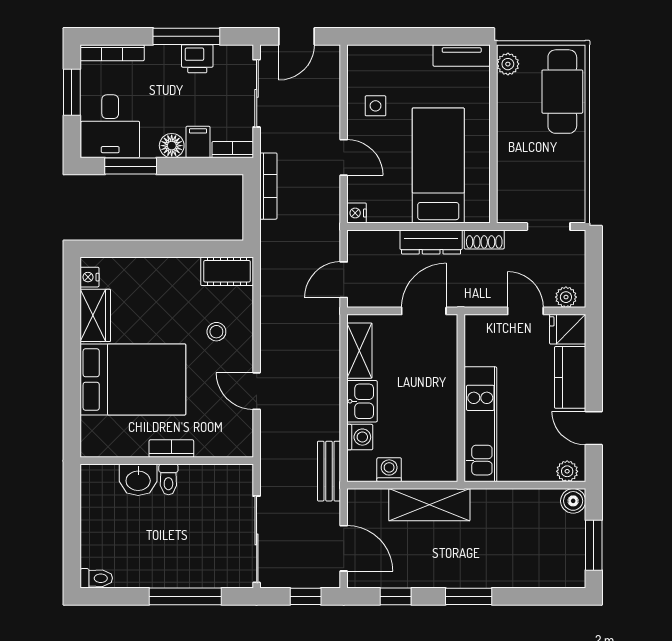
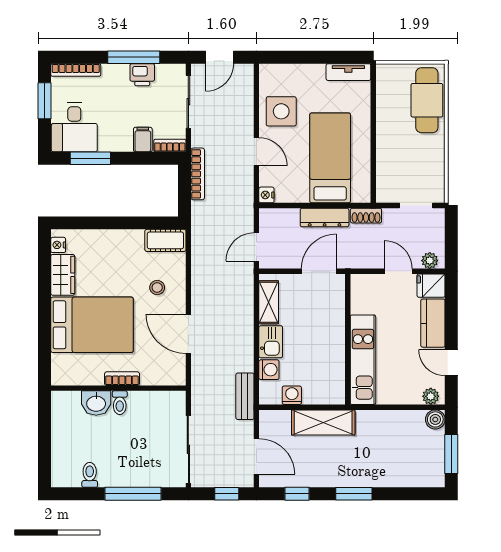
plant: (508, 64) -> (384, 79), removed
side table: (375, 106) -> (281, 111), width x1.87, depth x1.87
floor lamp: (172, 146) -> (122, 142), removed
door: (257, 391) -> (188, 334), width x1.38
toilet: (96, 578) -> (90, 475), moved, turned -90

